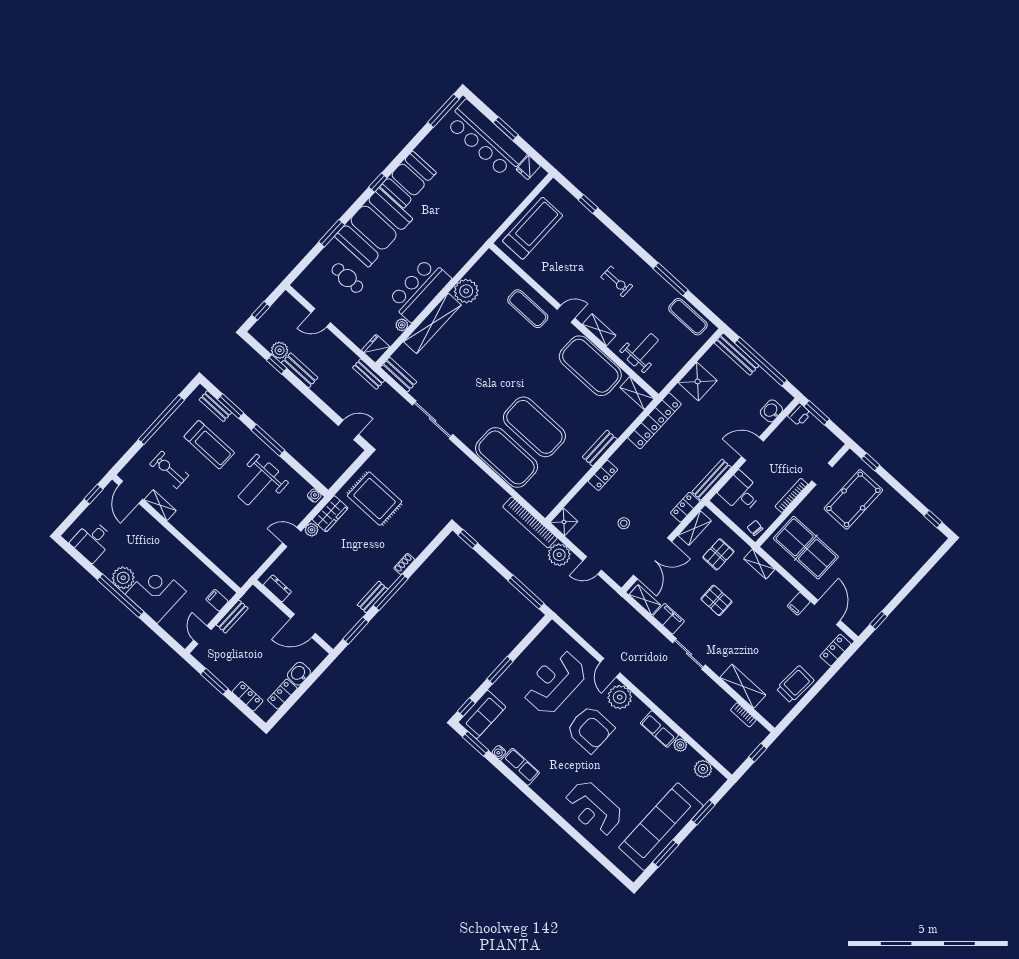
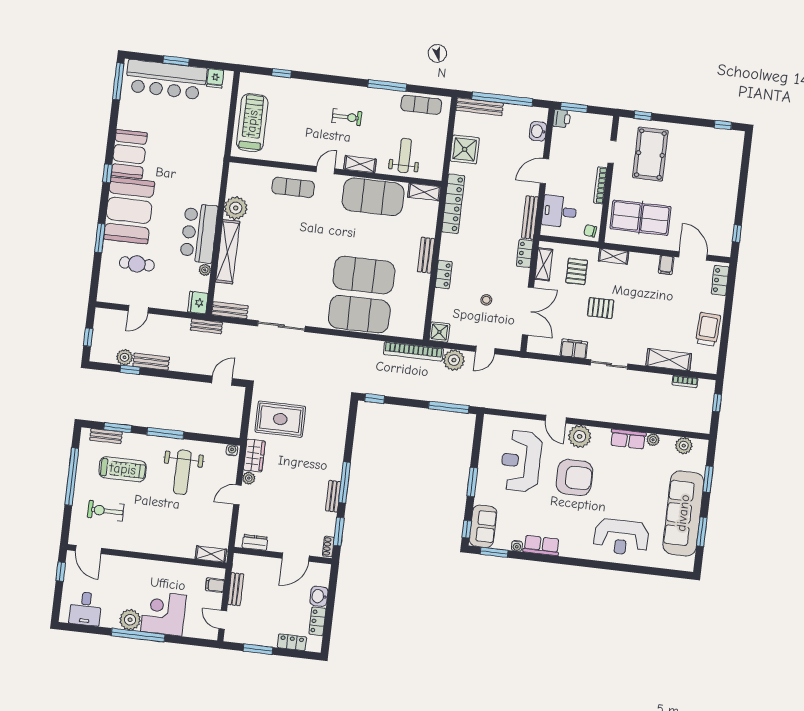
shelving: (160, 505) -> (211, 554), moved
shoe rack: (404, 564) -> (328, 547), moved
shelving: (645, 600) -> (545, 347), removed

